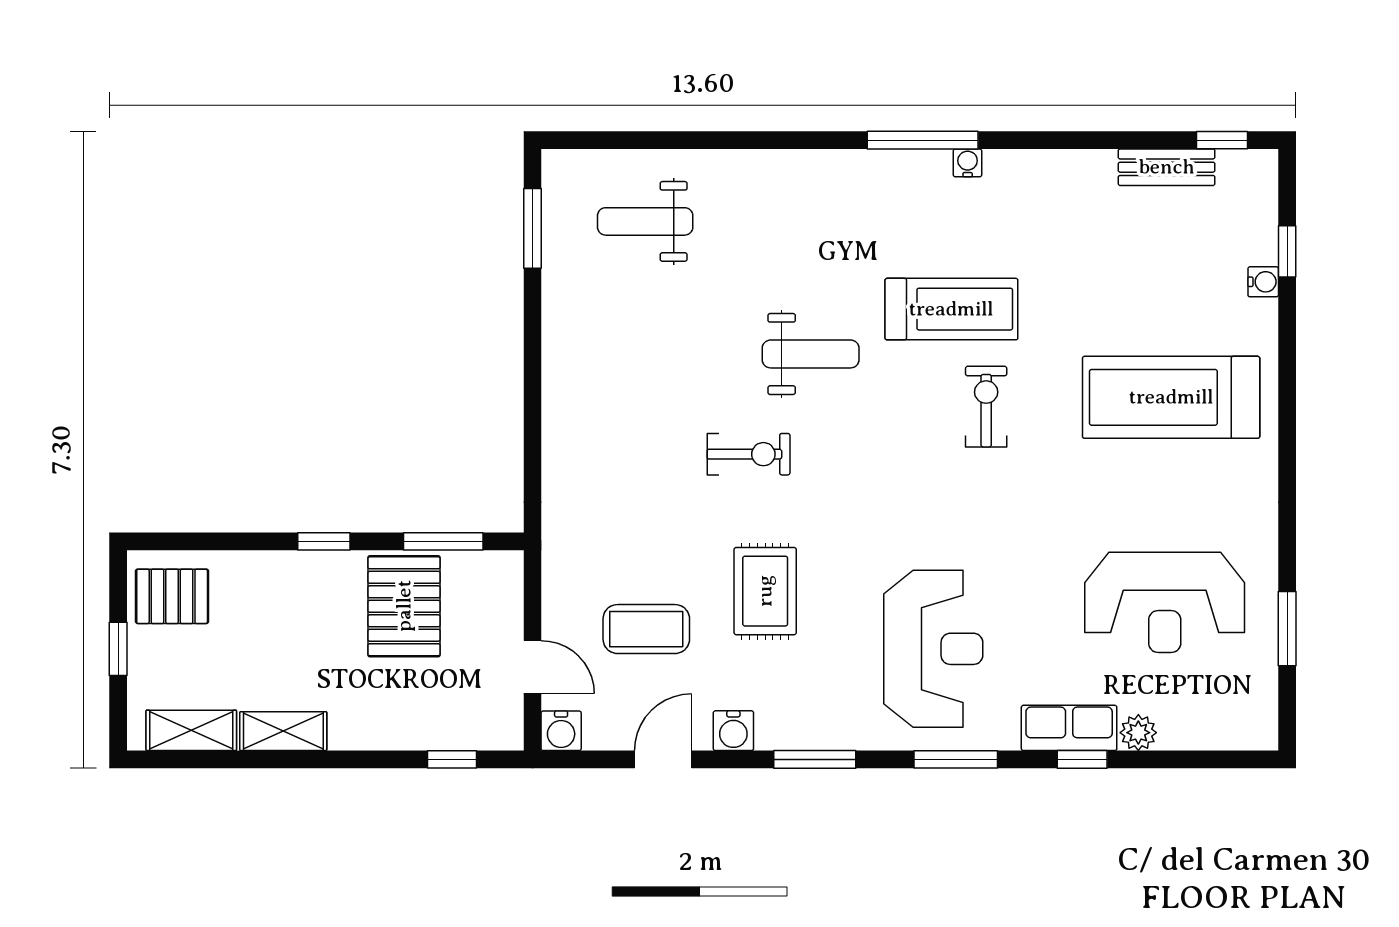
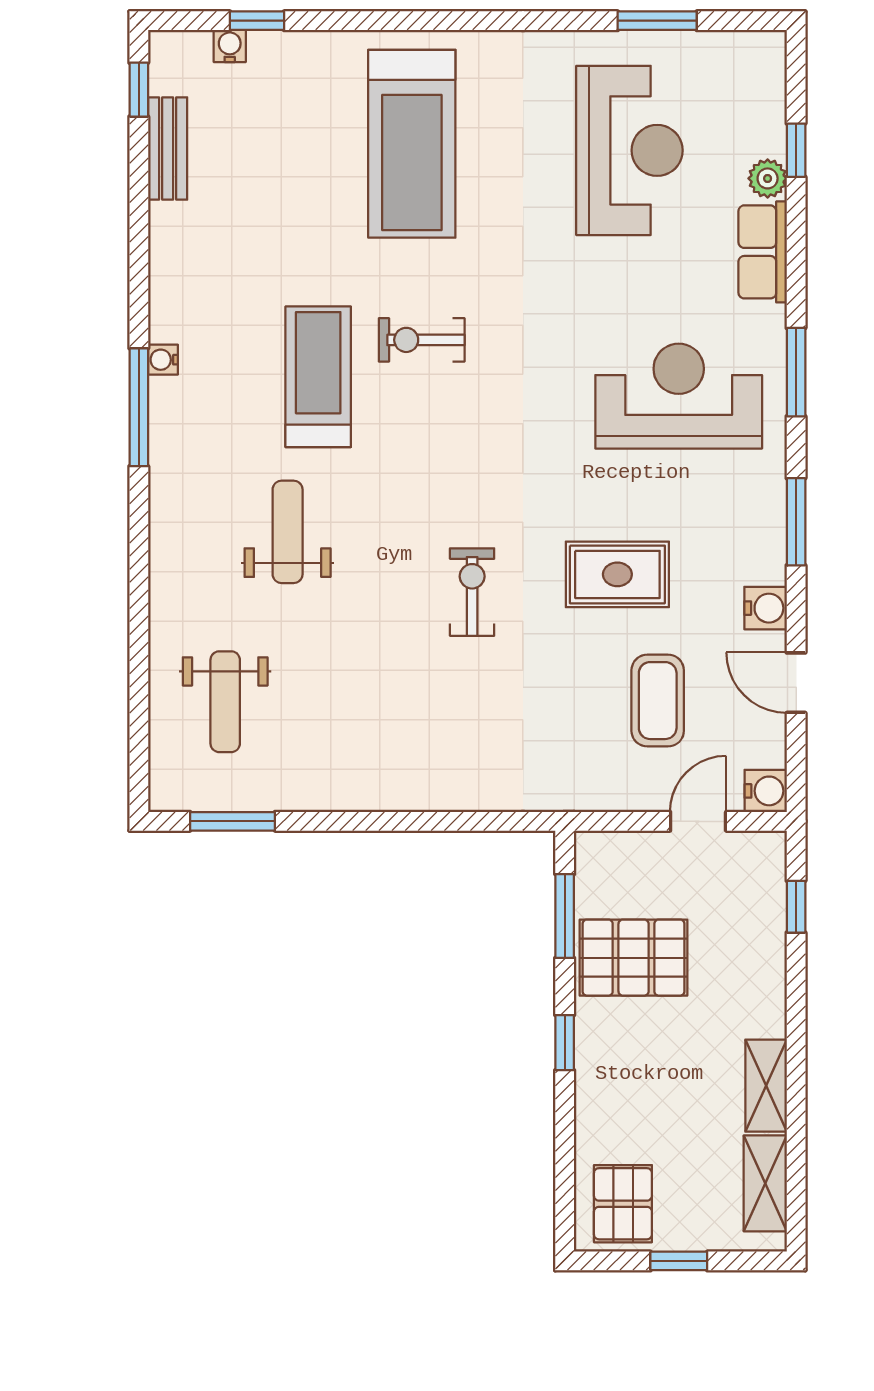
water cooler: (1263, 282) -> (230, 46), moved
weight bench: (811, 354) -> (288, 532), moved
window: (1082, 759) -> (796, 150), moved

